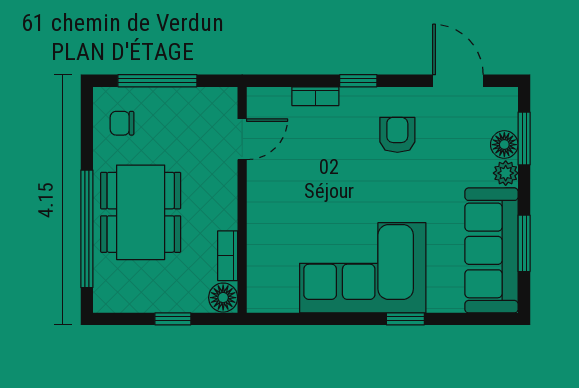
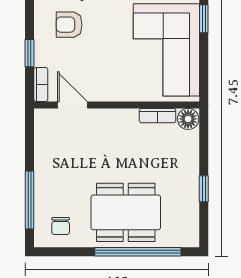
door: (242, 139) -> (72, 105), moved
wall: (242, 200) -> (117, 105), moved
bookcase: (228, 256) -> (158, 116), moved
floor lamp: (223, 298) -> (188, 119), moved

